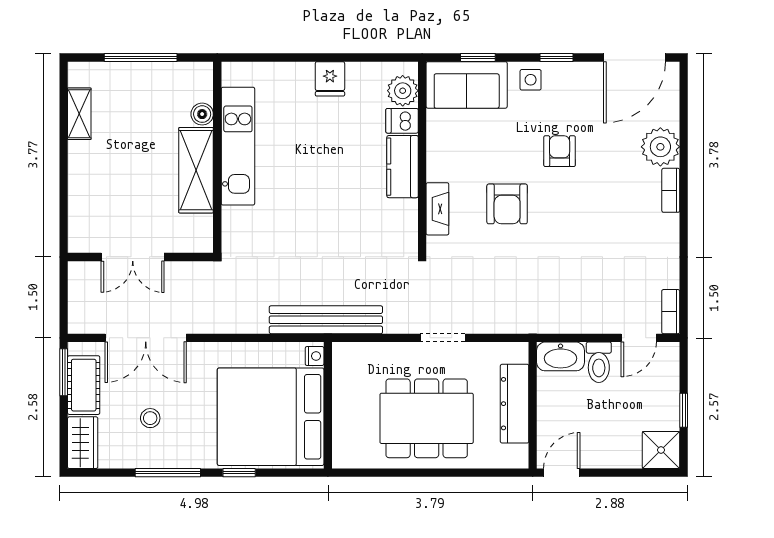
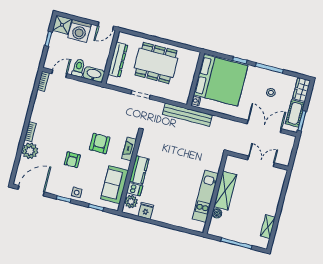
fridge: (330, 79) -> (146, 211), moved
sofa: (467, 85) -> (115, 185), moved, turned -90
washing machine: (618, 446) -> (80, 31), added

